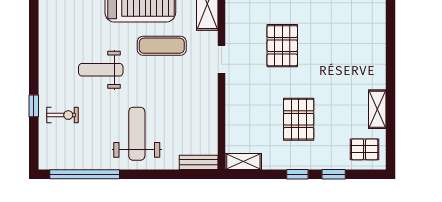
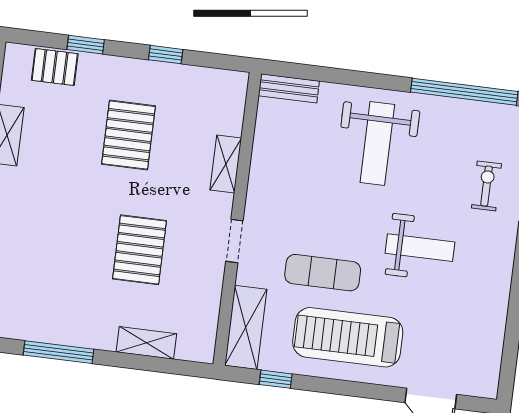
exercise bike: (63, 115) -> (486, 186), turned 90
pallet: (365, 149) -> (55, 67), moved
shelving: (243, 162) -> (226, 164), moved, turned 90
window: (297, 174) -> (166, 55), moved

